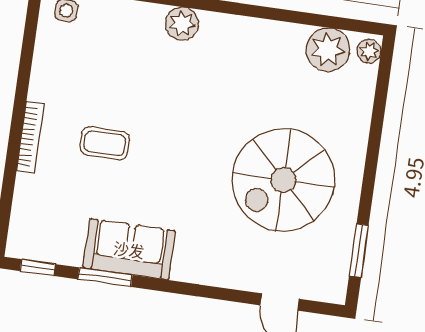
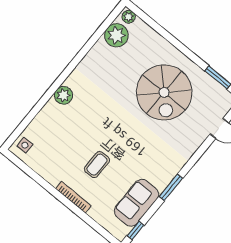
sofa: (129, 249) -> (137, 203), moved
window: (105, 277) -> (171, 187), moved

